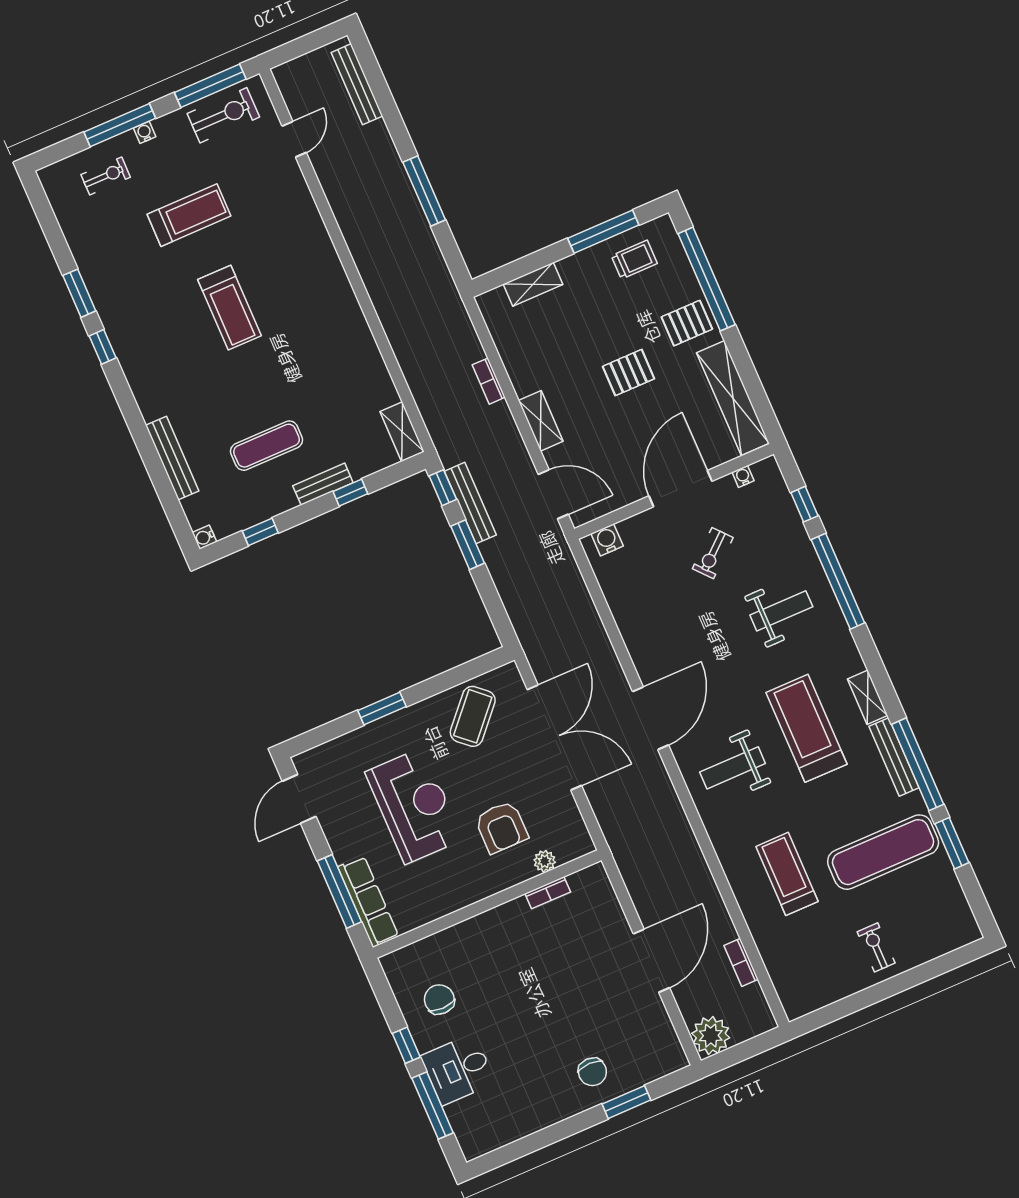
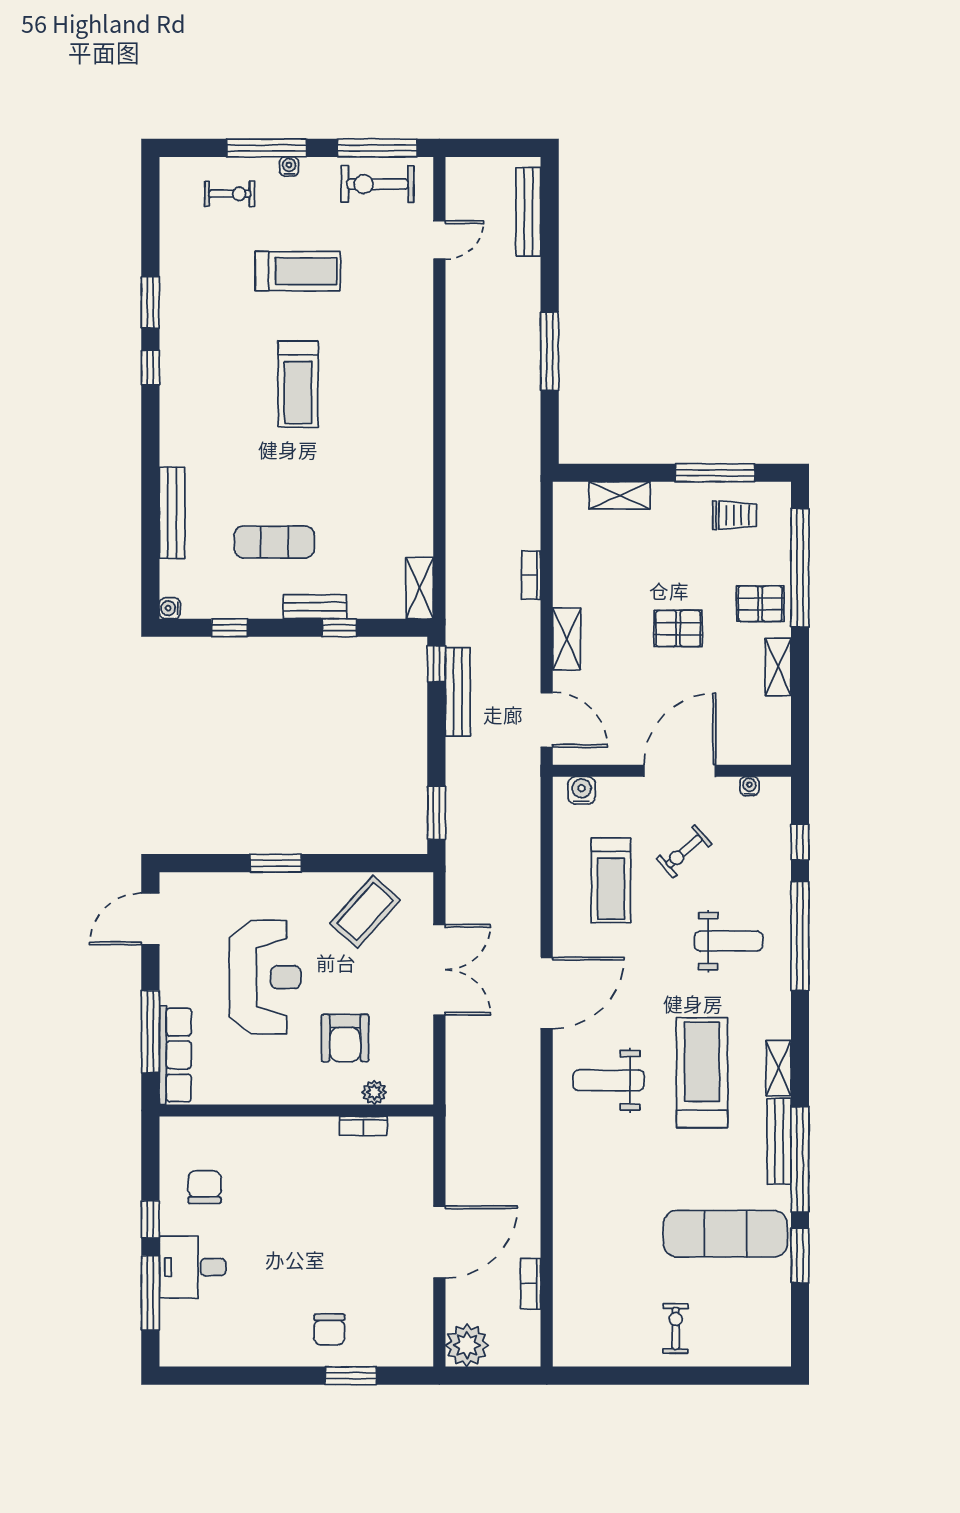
exercise bike: (223, 115) -> (378, 184), turned 180
shelving: (733, 398) -> (778, 667), width x0.45, depth x0.75
window: (468, 545) -> (436, 813), moved
double door: (554, 738) -> (439, 970), width x0.73
treadmill: (787, 874) -> (611, 880), moved, turned 180

